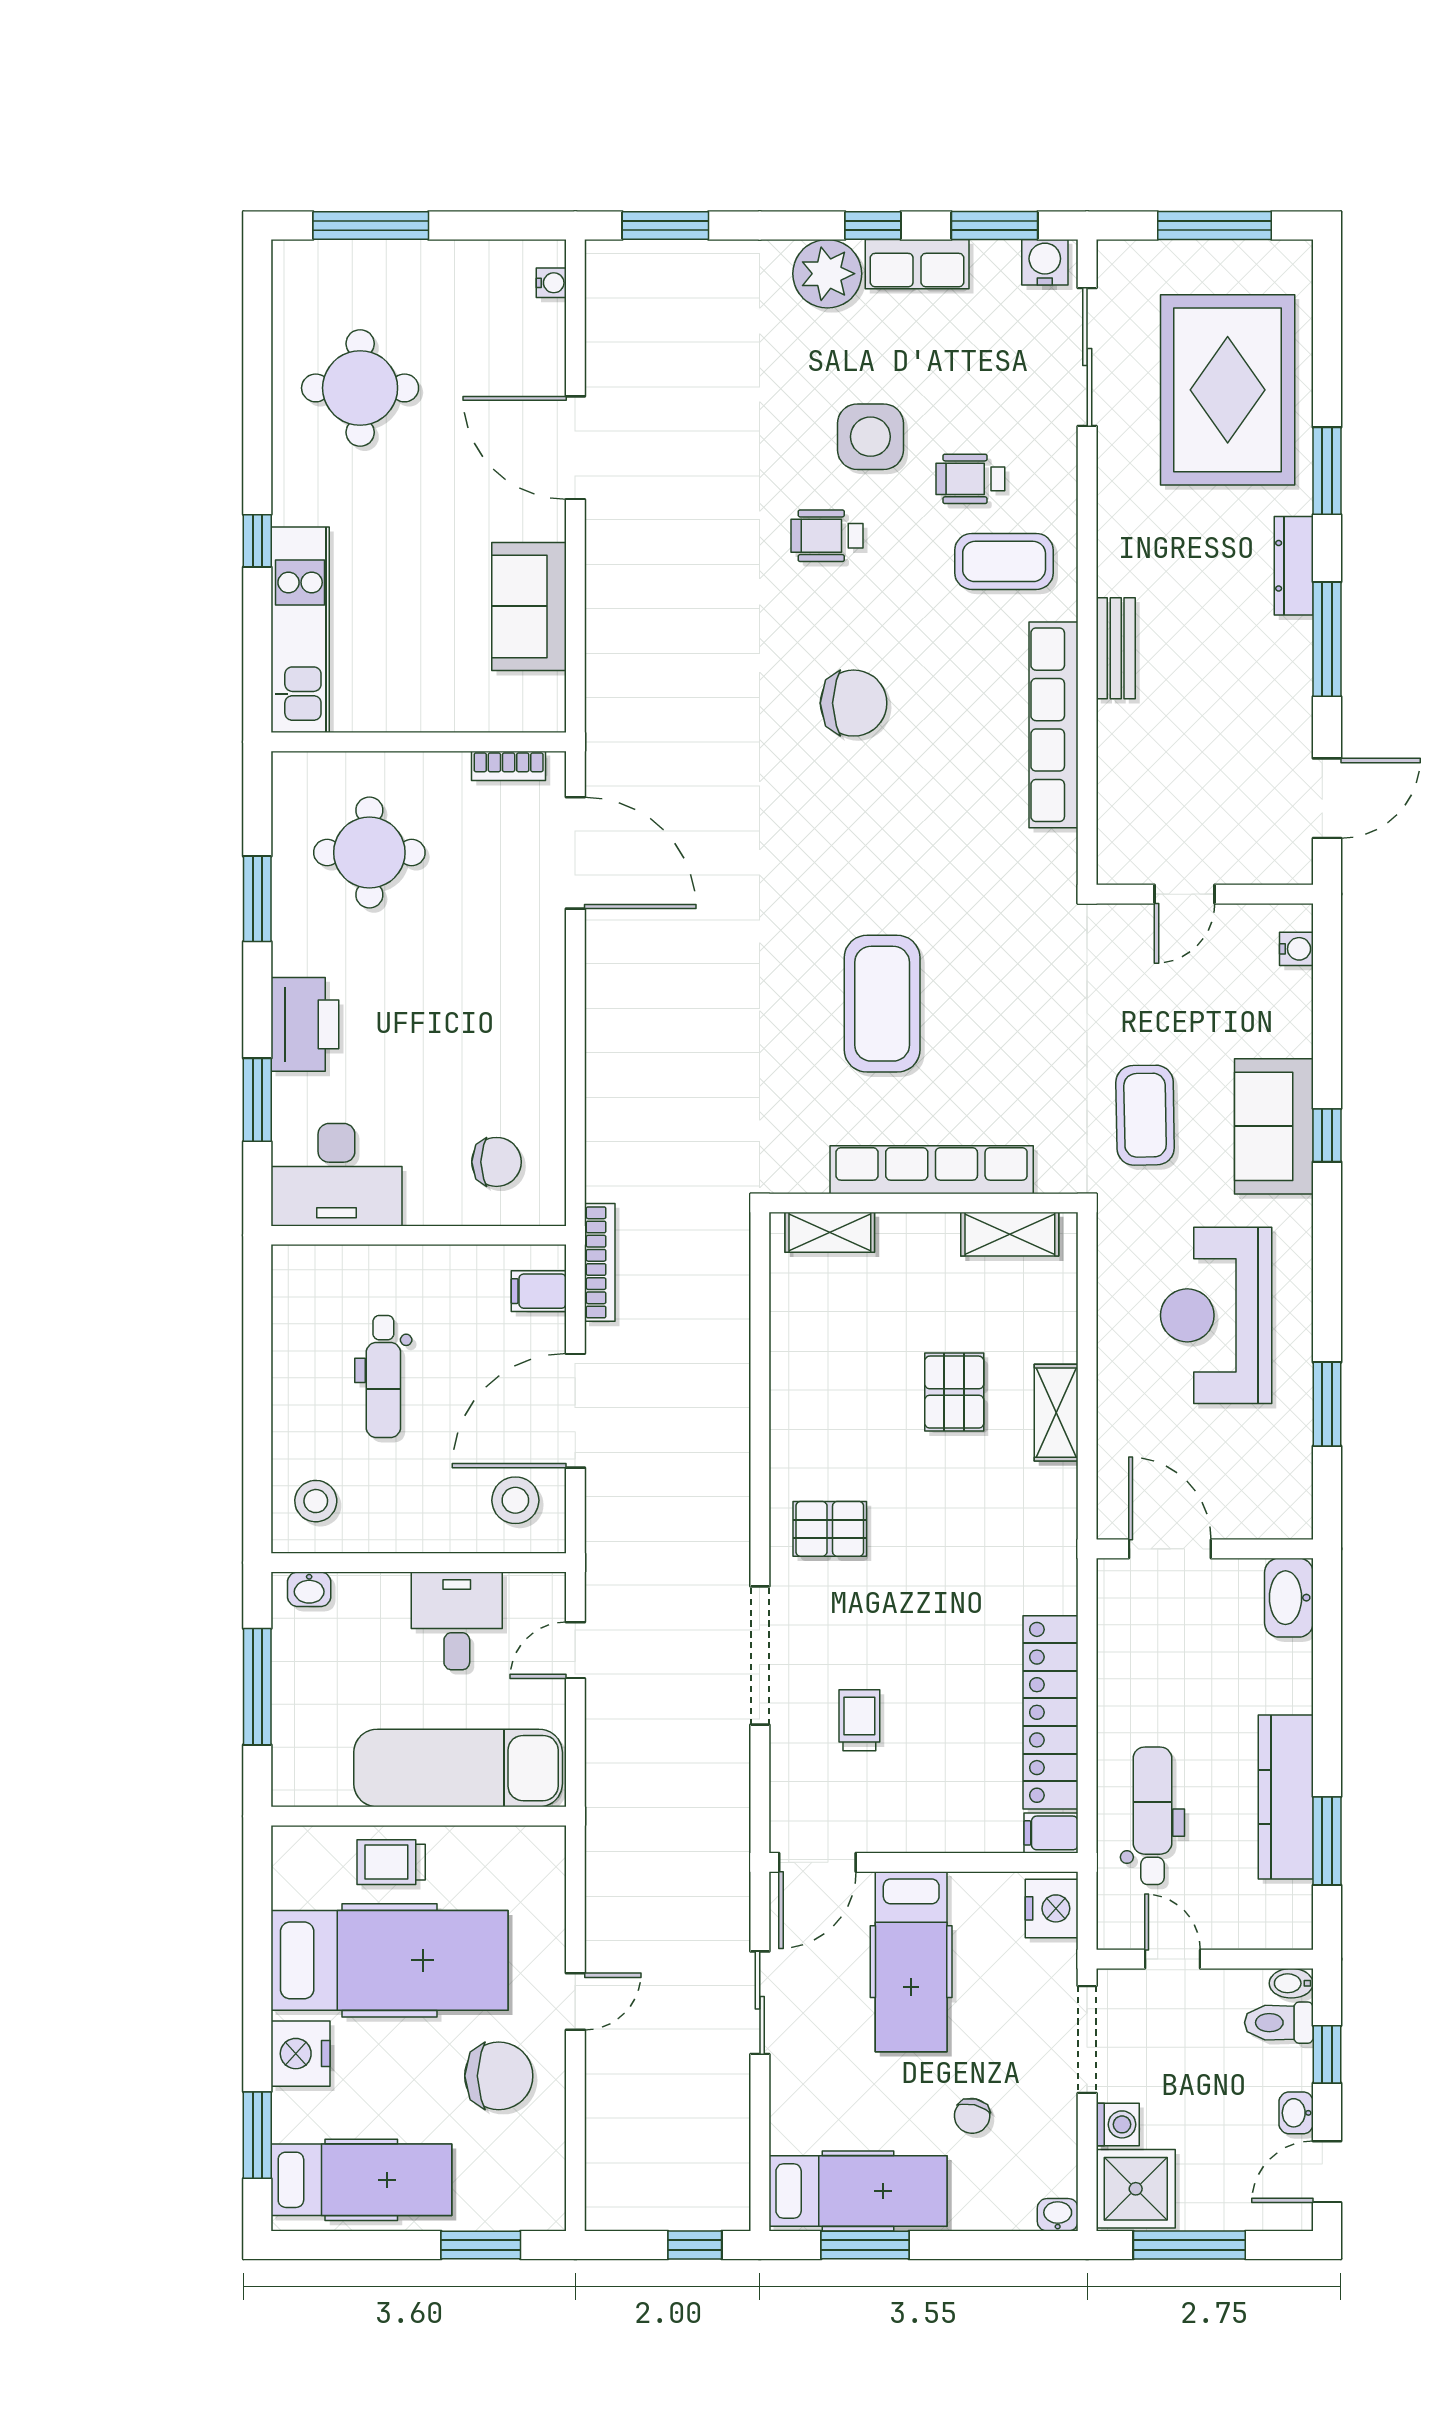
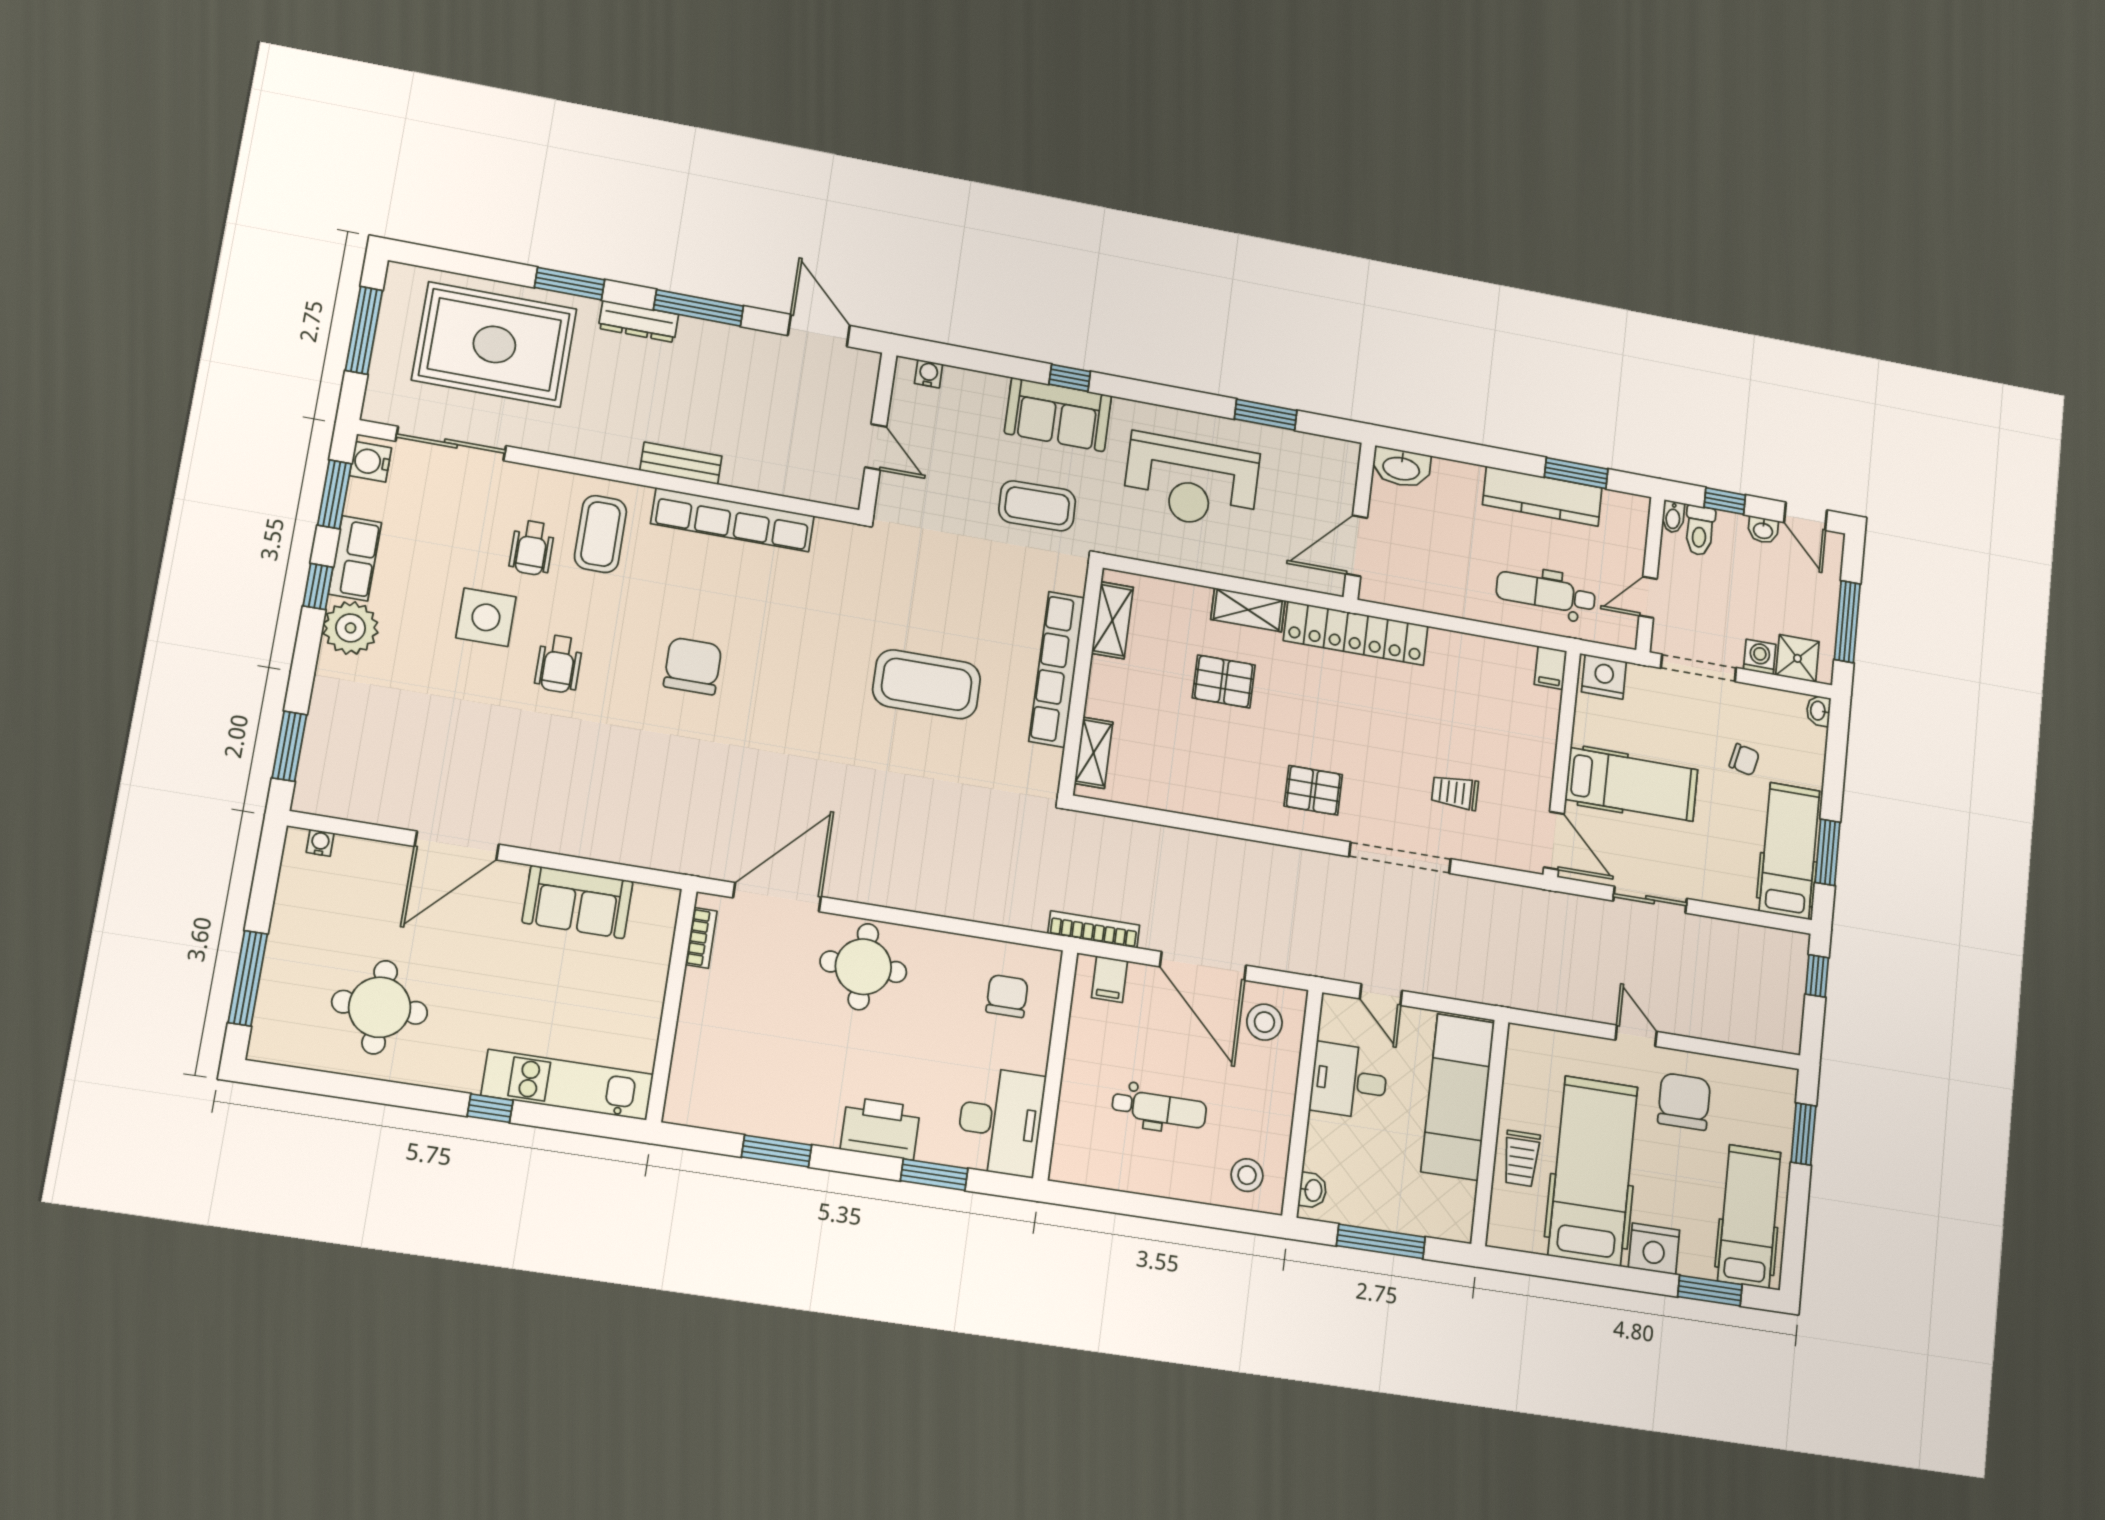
round table: (369, 853) -> (863, 967), moved
pallet: (830, 1529) -> (1313, 790), turned 90
locker: (1051, 1712) -> (1356, 633), moved
shower: (1136, 2189) -> (1797, 658), width x0.73, depth x0.73

